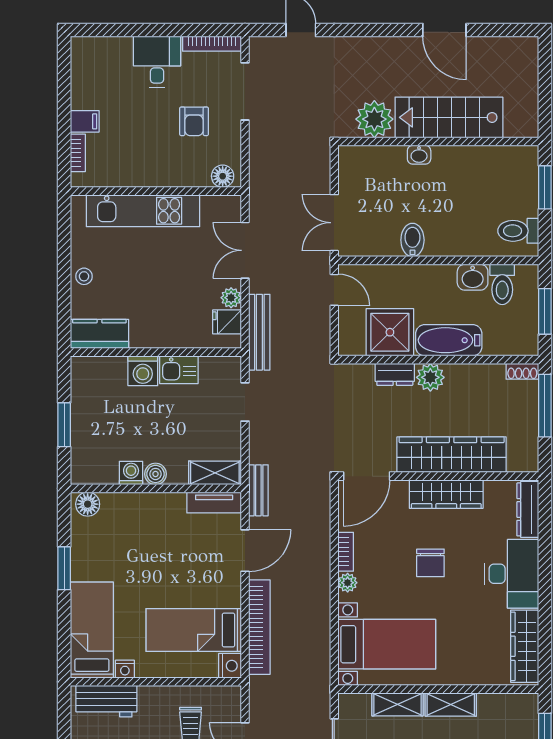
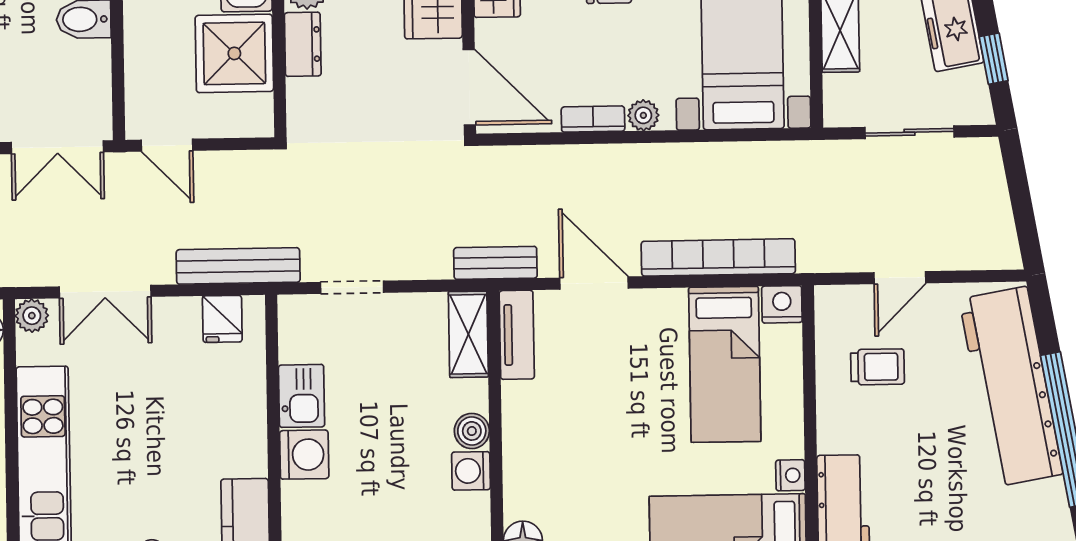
door: (334, 290) -> (167, 145), swing flipped
plant: (231, 298) -> (32, 316), moved

